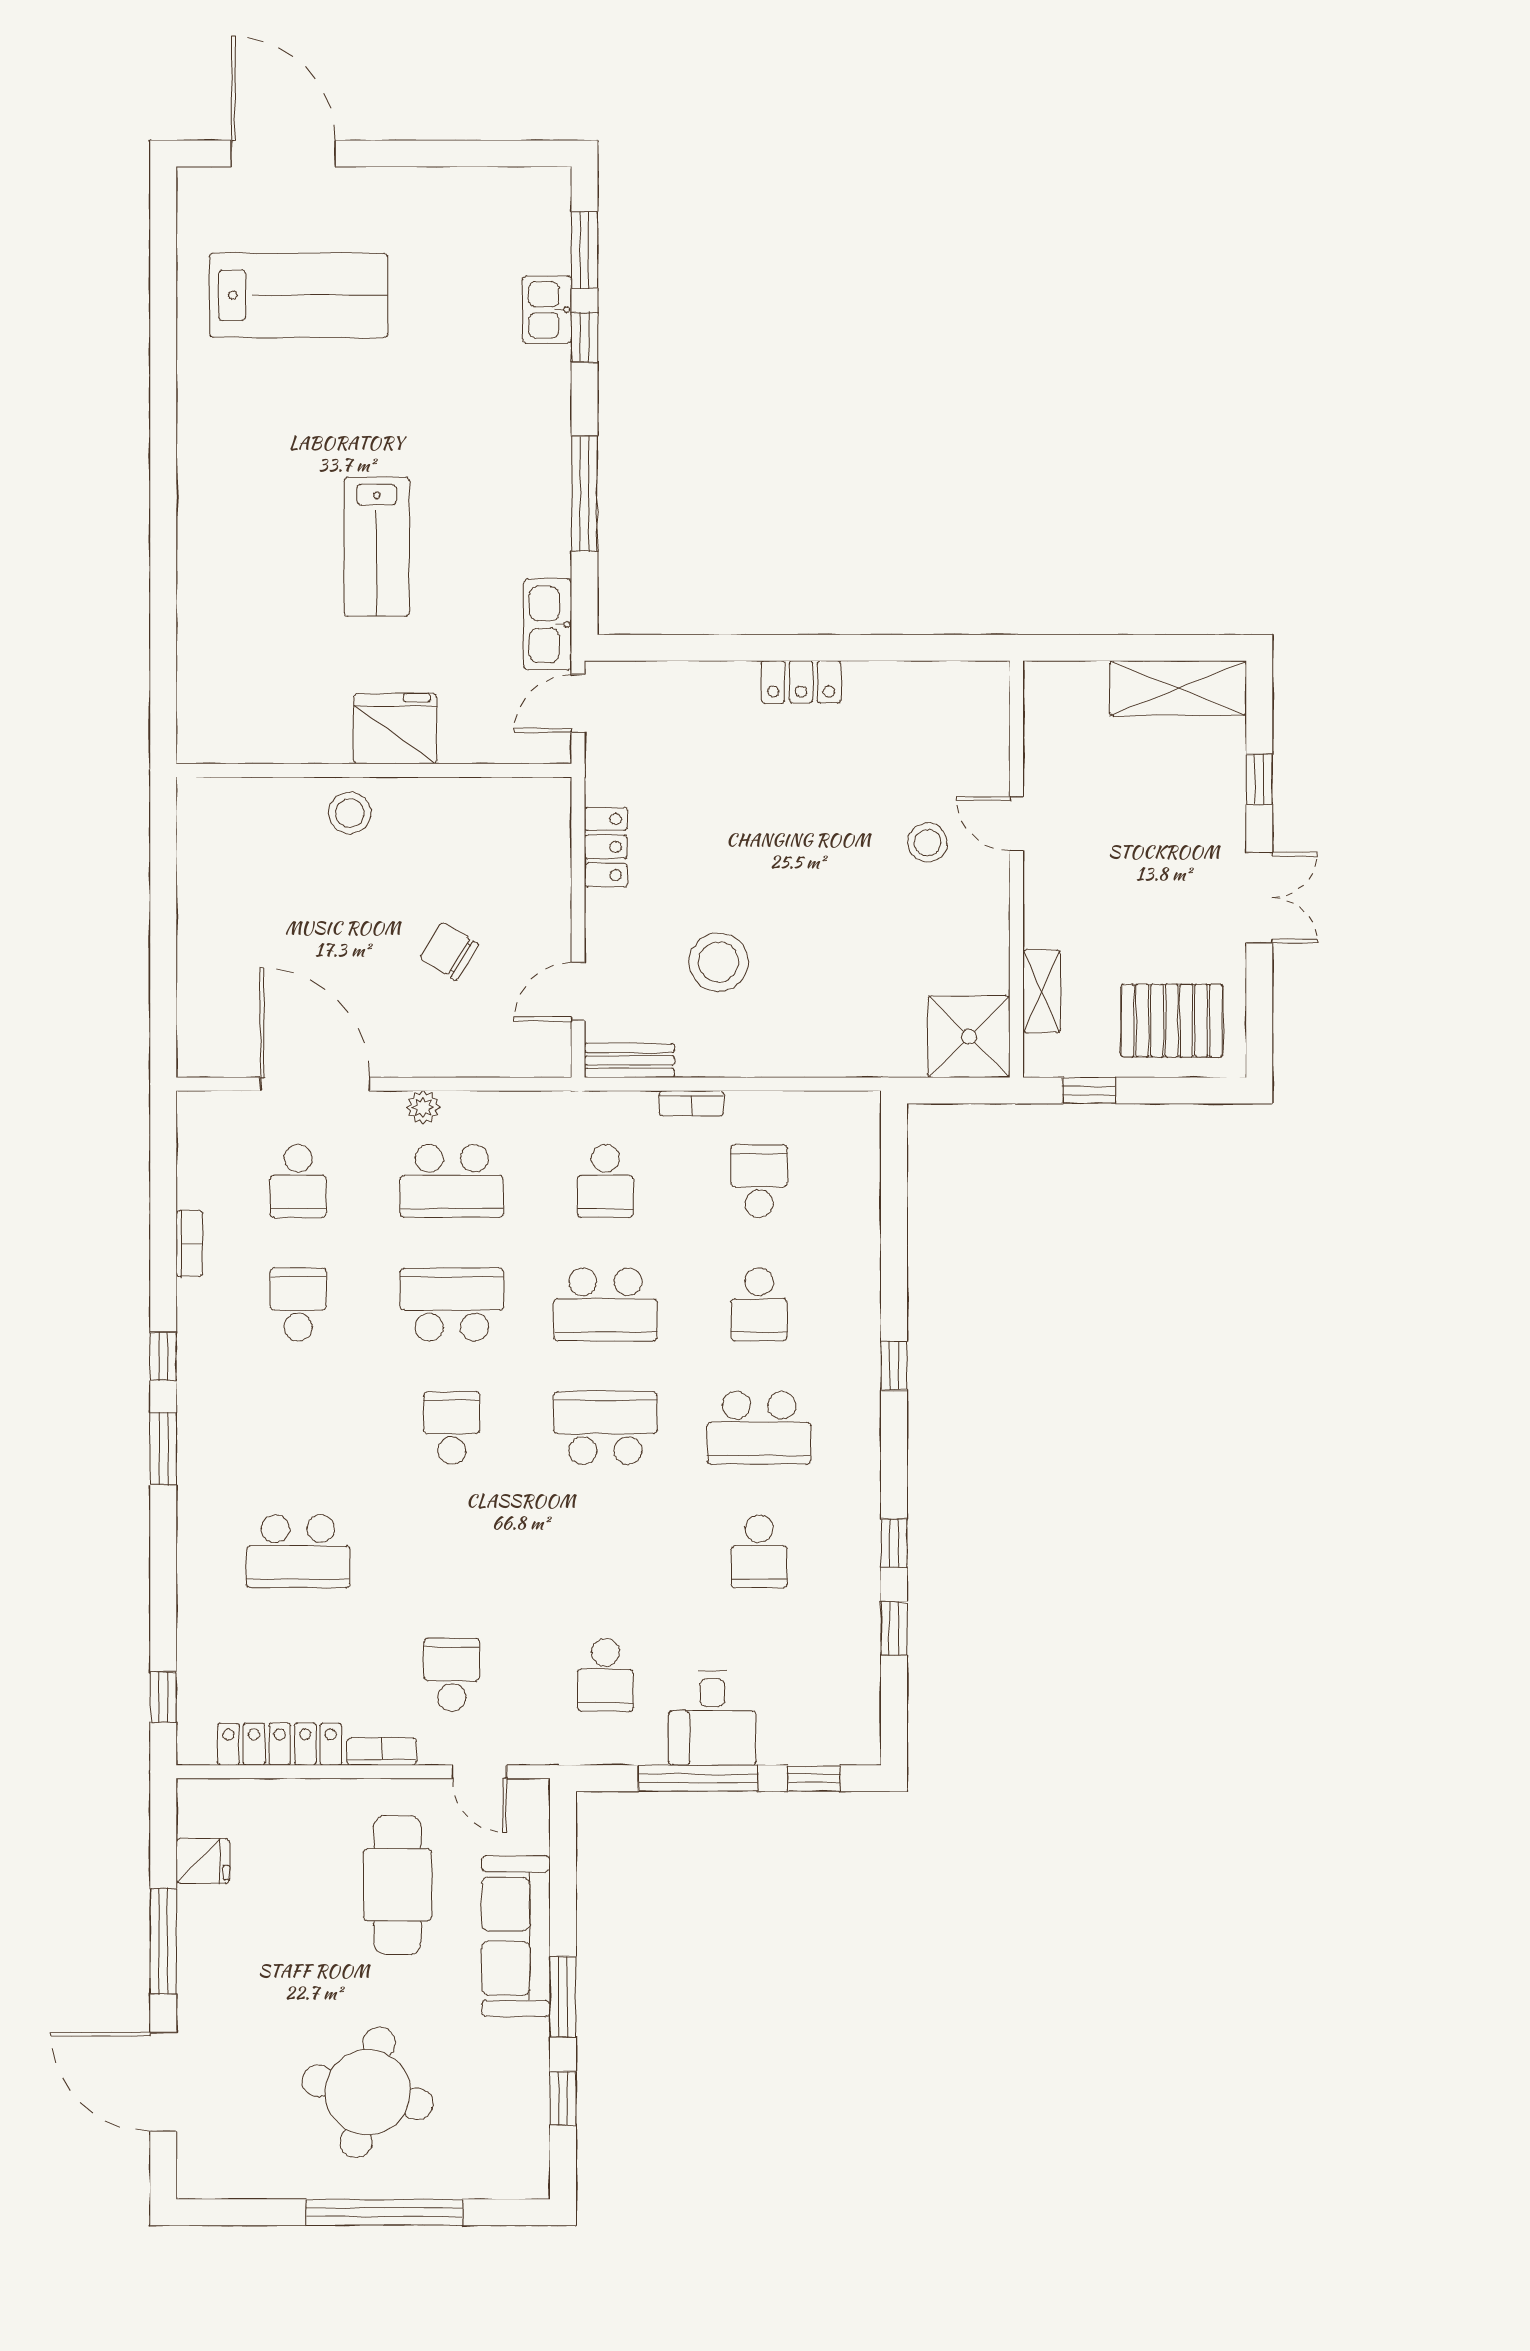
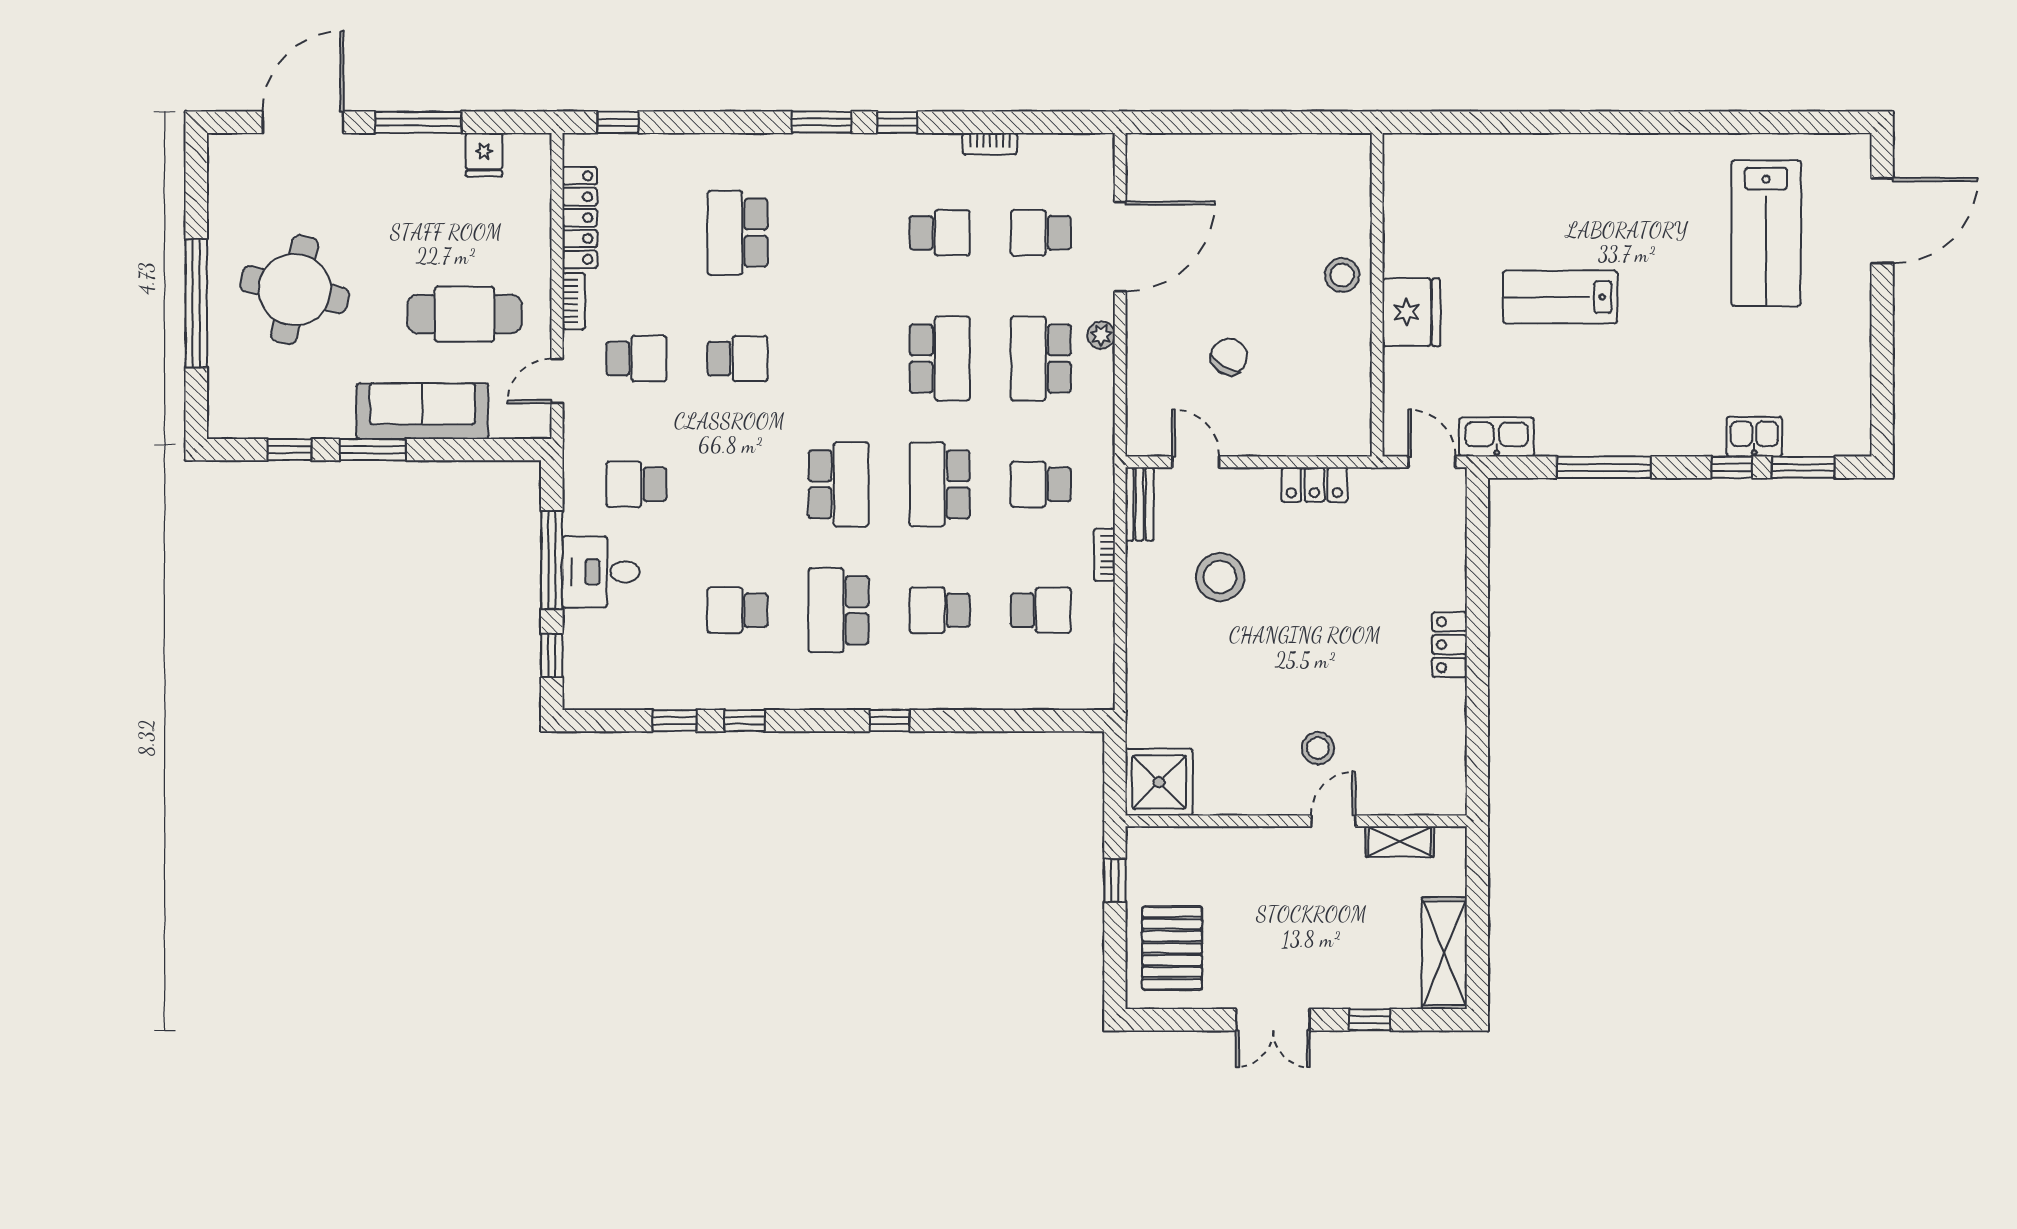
shelving: (1042, 991) -> (1400, 841), moved
school desk: (452, 1428) -> (737, 359), moved

